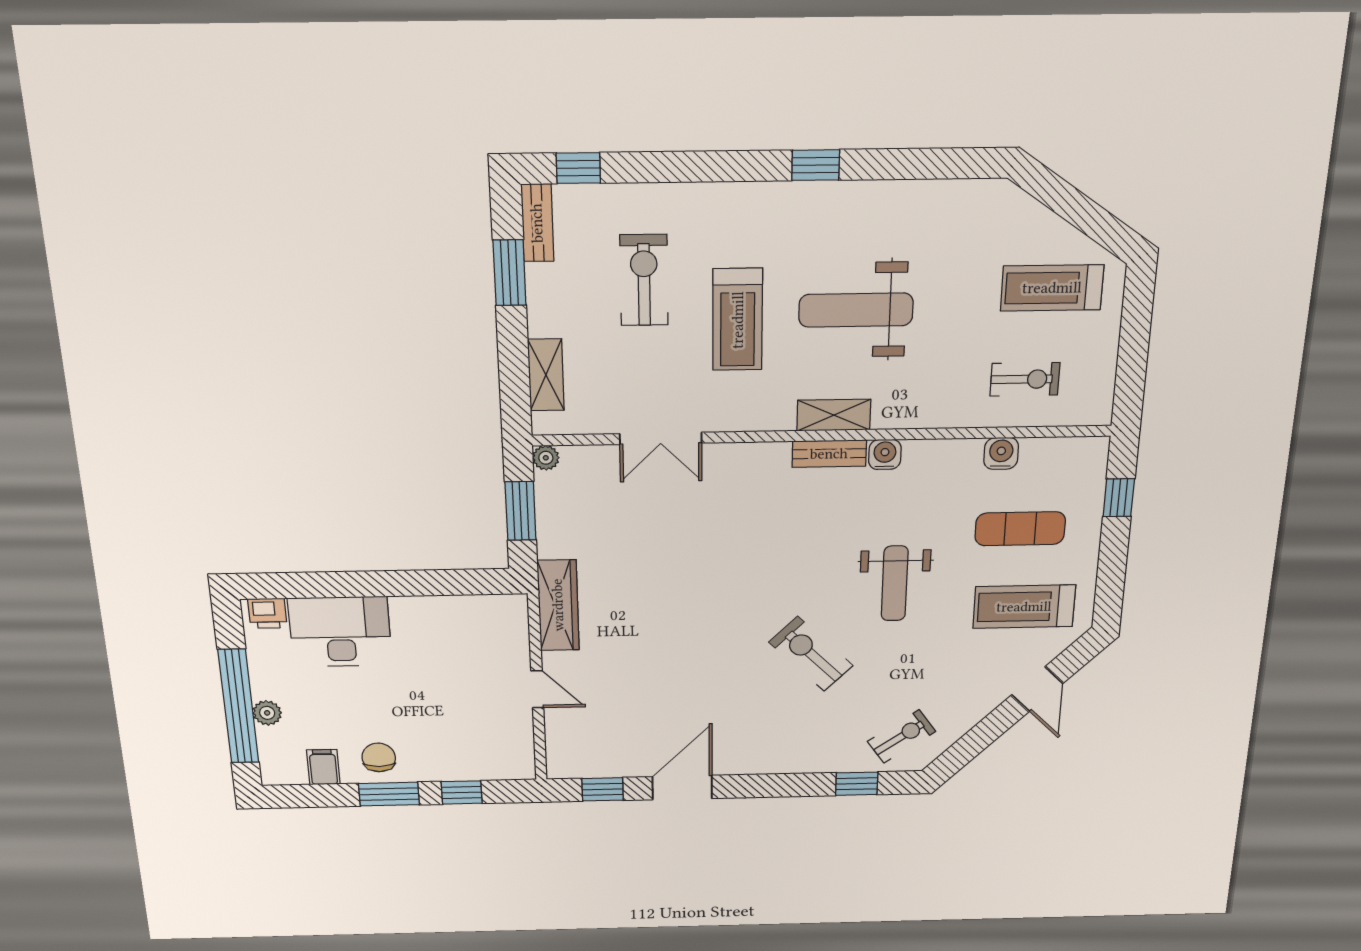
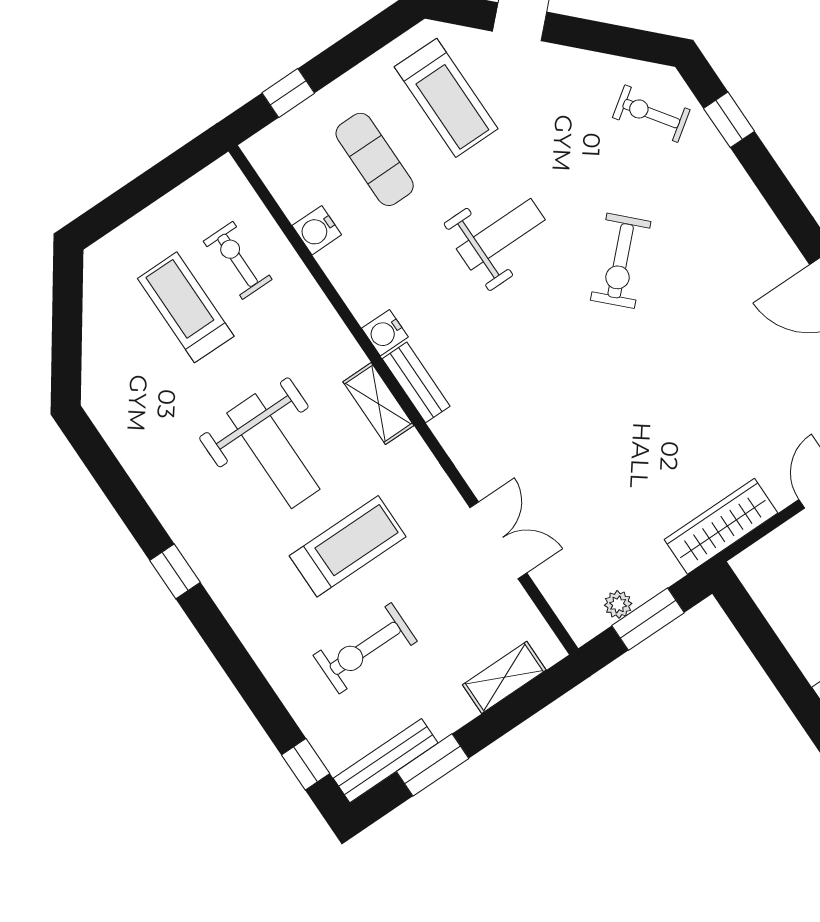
bench: (537, 223) -> (386, 761), width x1.36
treadmill: (1052, 288) -> (186, 307), moved, turned 180
plant: (546, 458) -> (618, 604), moved

